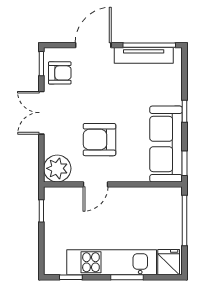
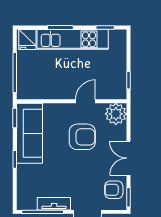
tv unit: (144, 55) -> (54, 204), width x0.71
double door: (41, 113) -> (128, 158), swing flipped

